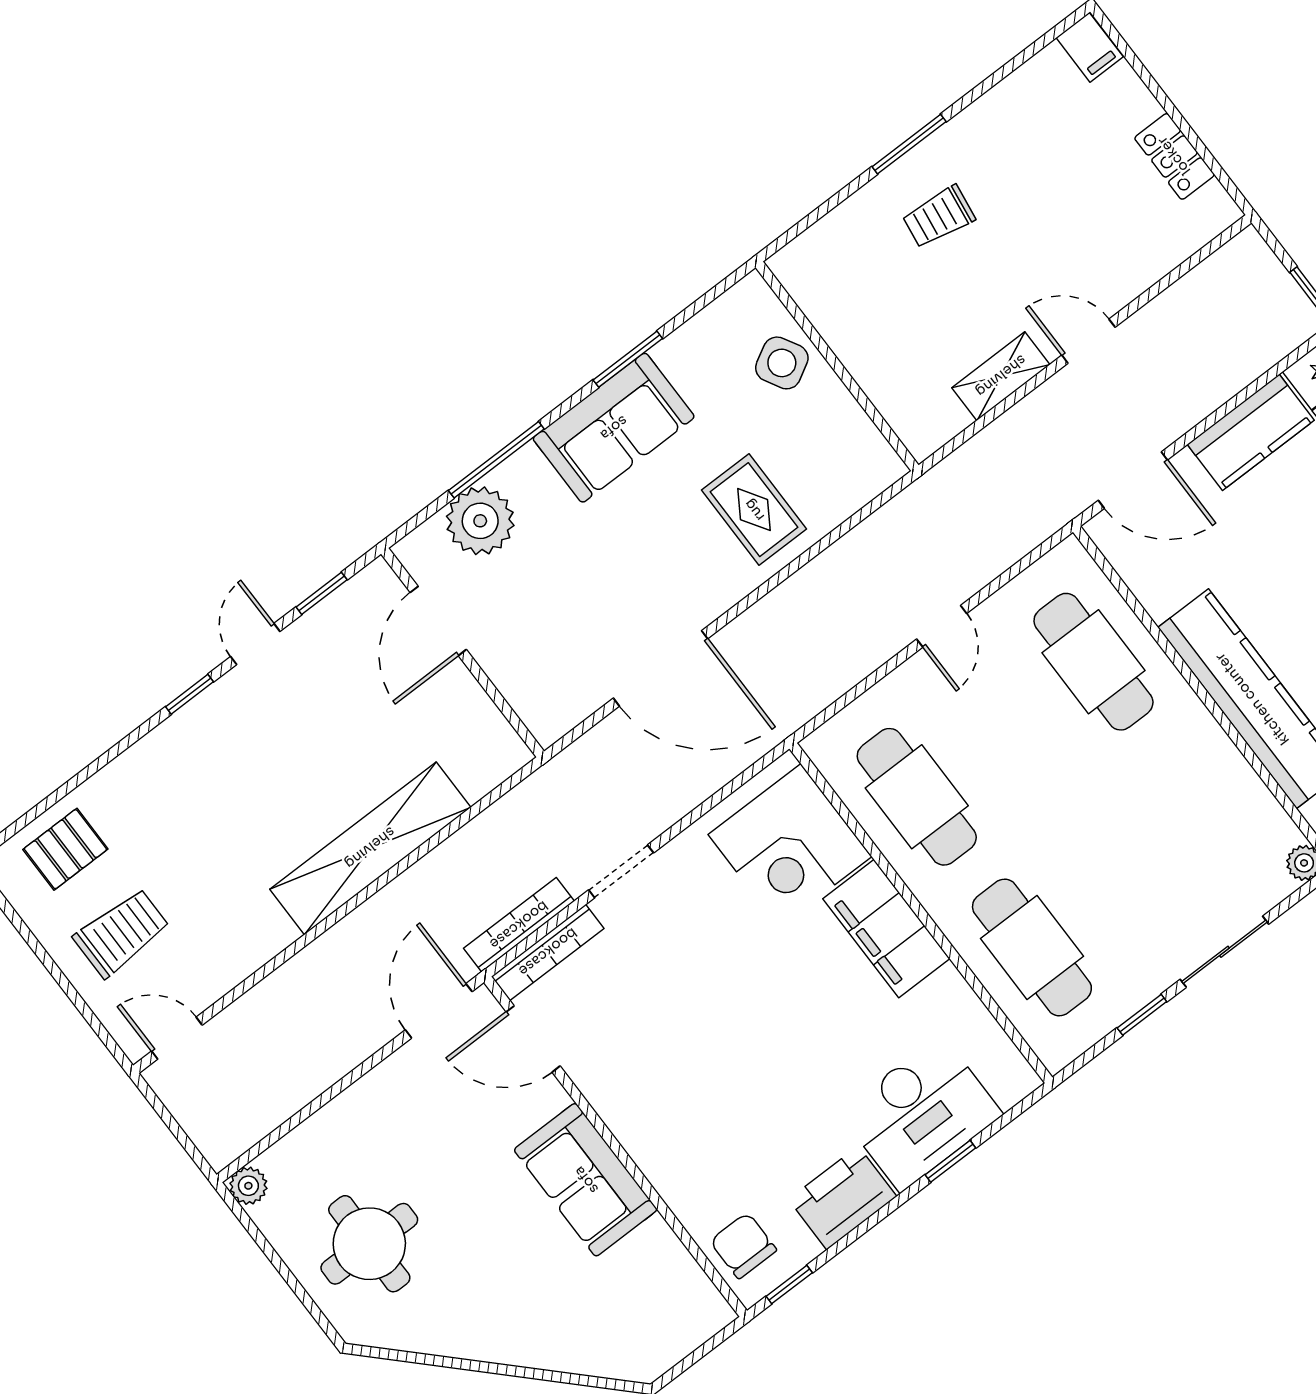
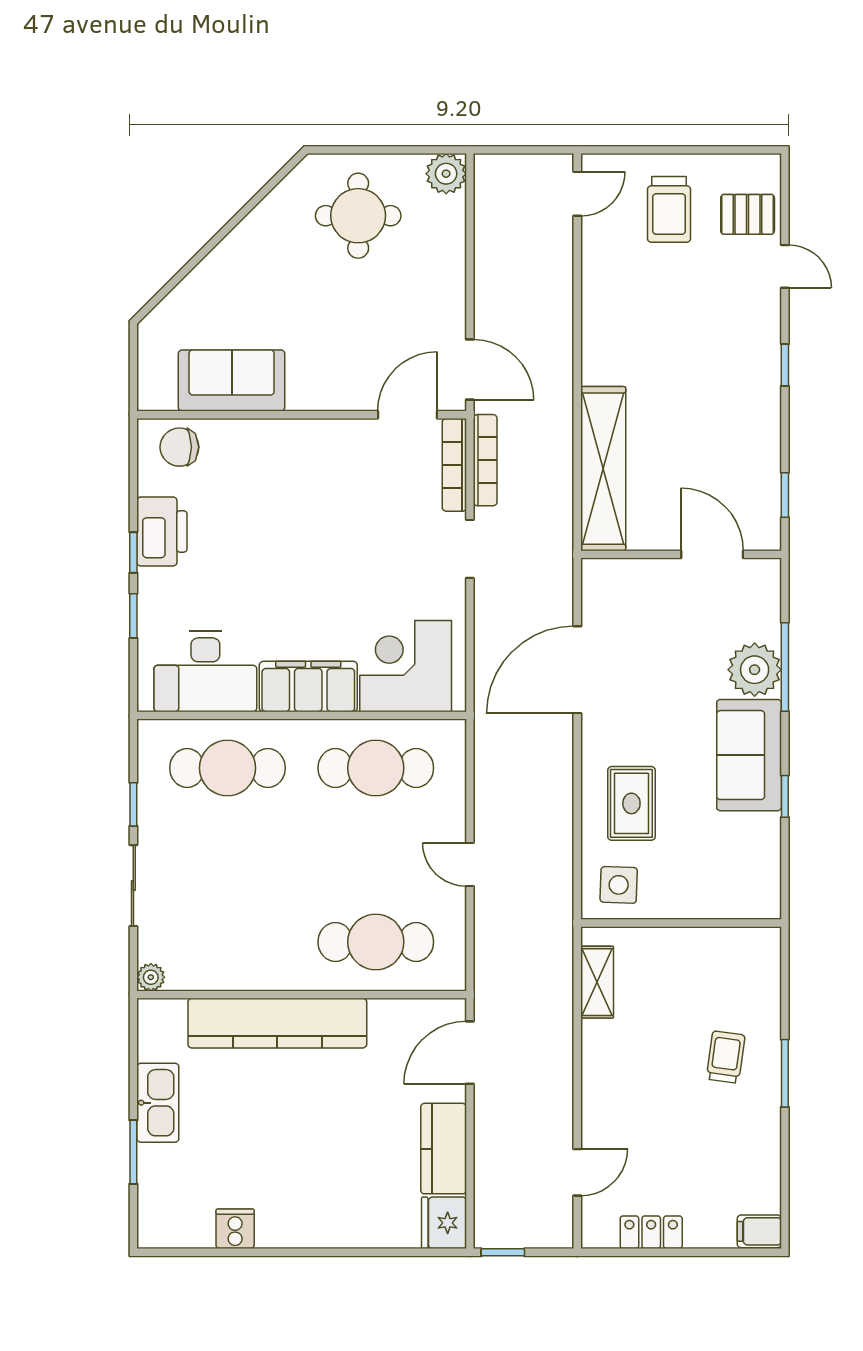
door: (1088, 341) -> (577, 1172), moved
window: (628, 359) -> (785, 796), width x0.67
side table: (782, 363) -> (619, 885), moved, turned 31
shelving: (1001, 376) -> (597, 982), moved
rug: (754, 510) -> (631, 803), turned 90
plant: (480, 521) -> (755, 670), moved
door: (255, 644) -> (785, 266), moved
shelving: (370, 848) -> (603, 469), moved
pallet: (65, 849) -> (748, 214), turned 90
desk: (921, 1113) -> (205, 672), moved, turned -90
sofa: (586, 1180) -> (232, 380), moved
plant: (248, 1186) -> (446, 174), width x1.38, depth x1.38
chair: (743, 1246) -> (179, 447), turned 180
window: (789, 1284) -> (133, 553), moved

